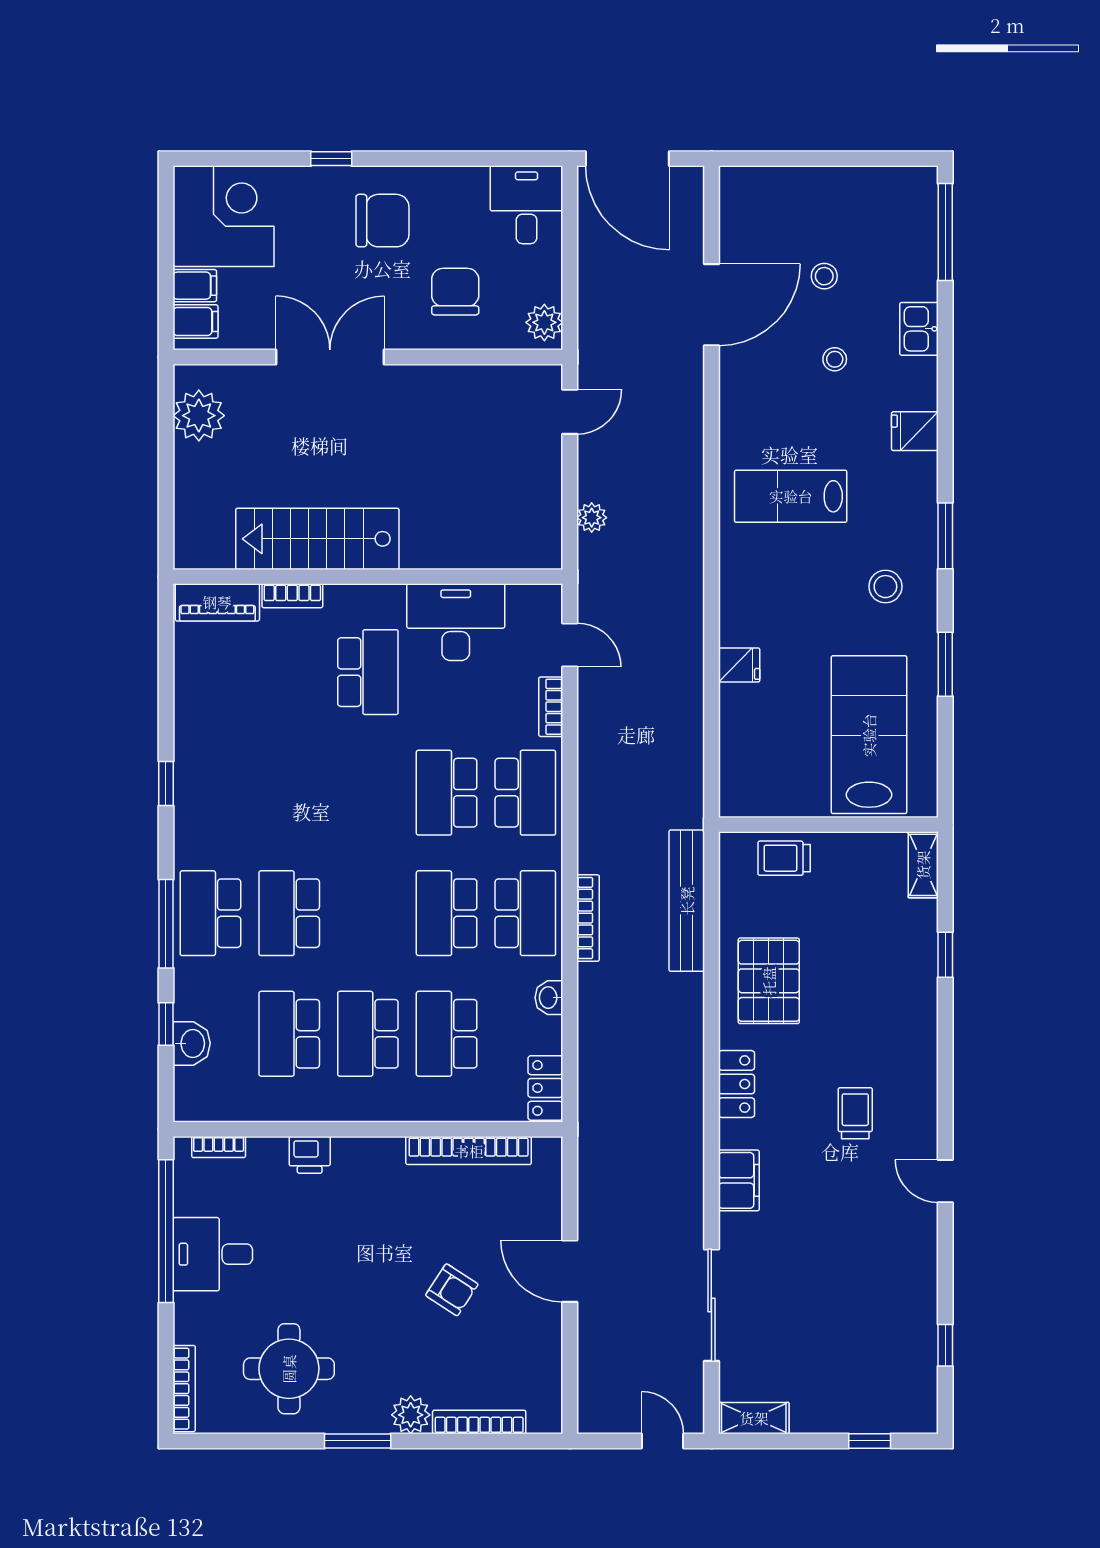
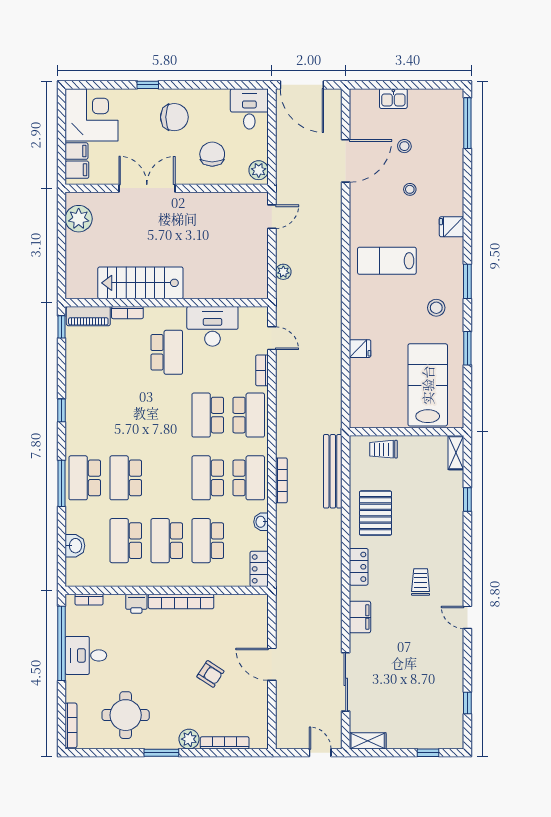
kitchen sink: (919, 329) -> (393, 99), moved, turned -90
window: (166, 1024) -> (62, 327), moved
bookcase: (469, 1151) -> (181, 601), moved

